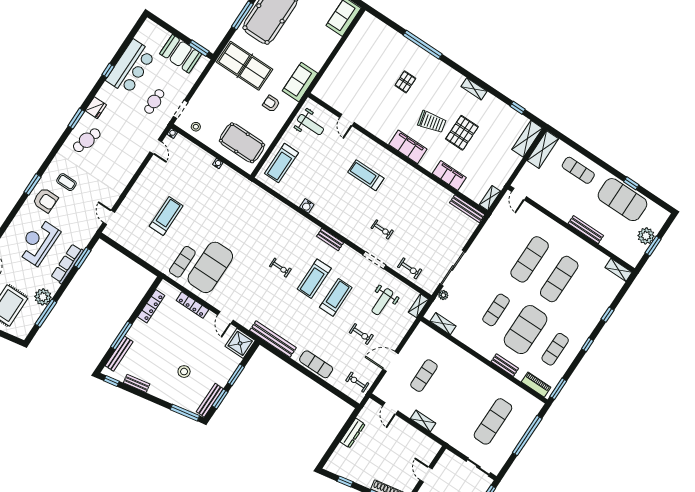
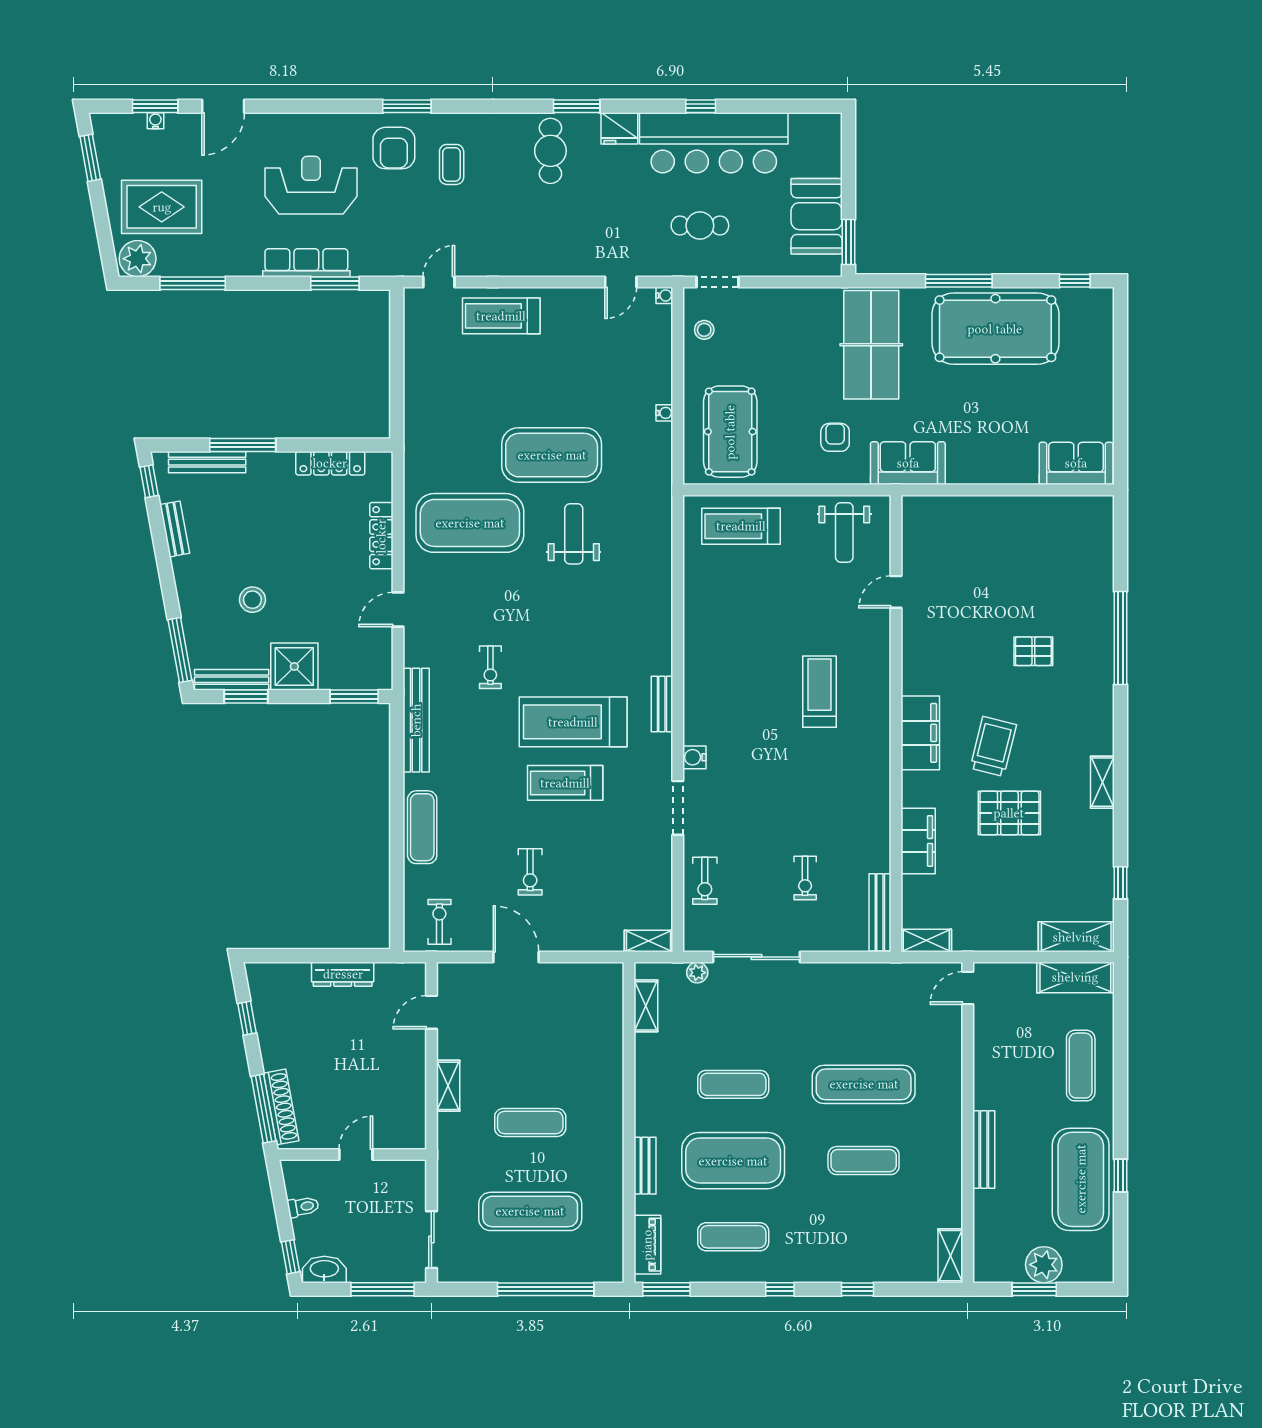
bar counter: (131, 67) -> (714, 143), width x1.36
trolley: (432, 122) -> (993, 746), turned -153
cafe table: (87, 140) -> (550, 151), turned 72
water cooler: (307, 206) -> (694, 757), moved
treadmill: (166, 216) -> (501, 316), moved, turned 180
exercise bike: (382, 229) -> (805, 878), moved
exercise mat: (182, 262) -> (552, 455), moved, width x2.00, depth x1.45
exercise bike: (280, 268) -> (490, 667), moved
treadmill: (314, 279) -> (573, 722), width x1.37, depth x1.38
exercise mat: (559, 279) -> (864, 1161), width x0.73, depth x0.69
plant: (43, 297) -> (138, 259), moved
treadmill: (336, 297) -> (565, 783), turned 180
weight bench: (382, 302) -> (574, 534), moved, turned 90
shower: (240, 343) -> (294, 666), moved
window: (236, 375) -> (354, 696), moved
exercise mat: (424, 376) -> (530, 1122), moved

